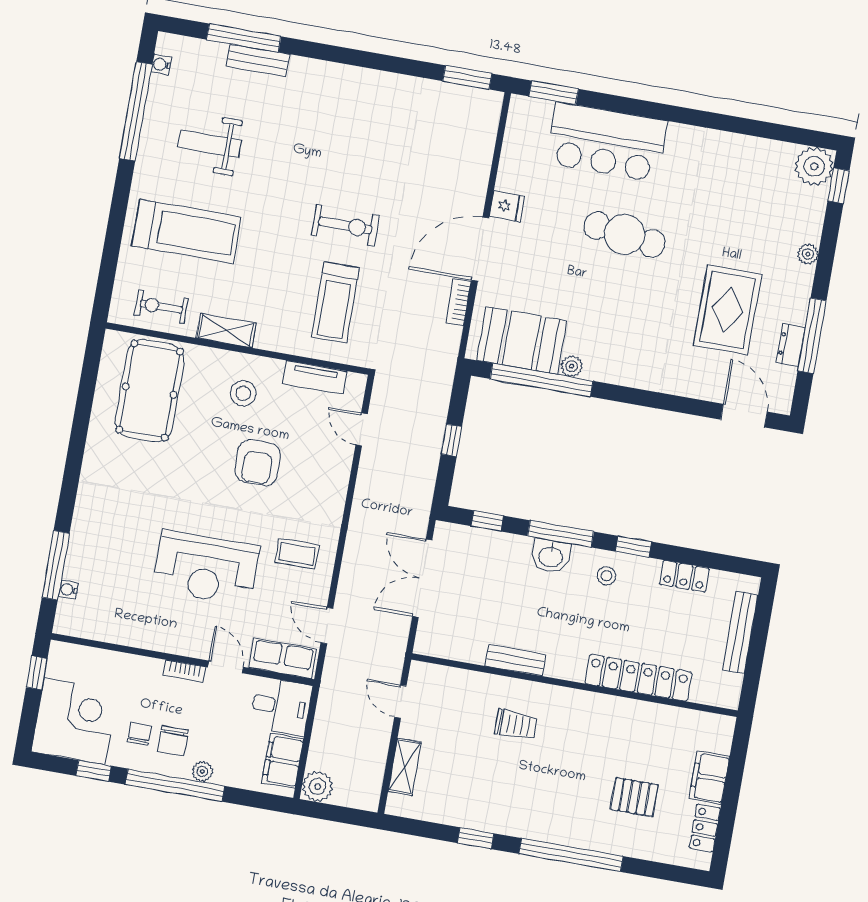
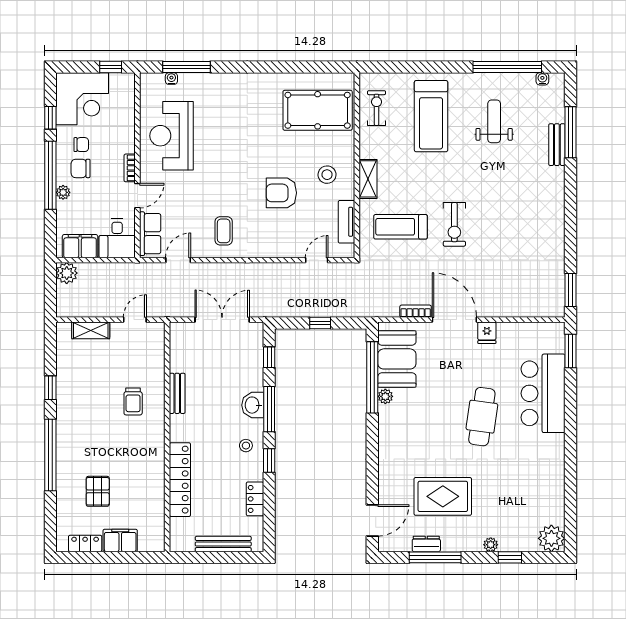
window: (838, 186) -> (510, 557), moved
shelving: (226, 330) -> (368, 179), moved
reception desk: (206, 568) -> (172, 136), moved

